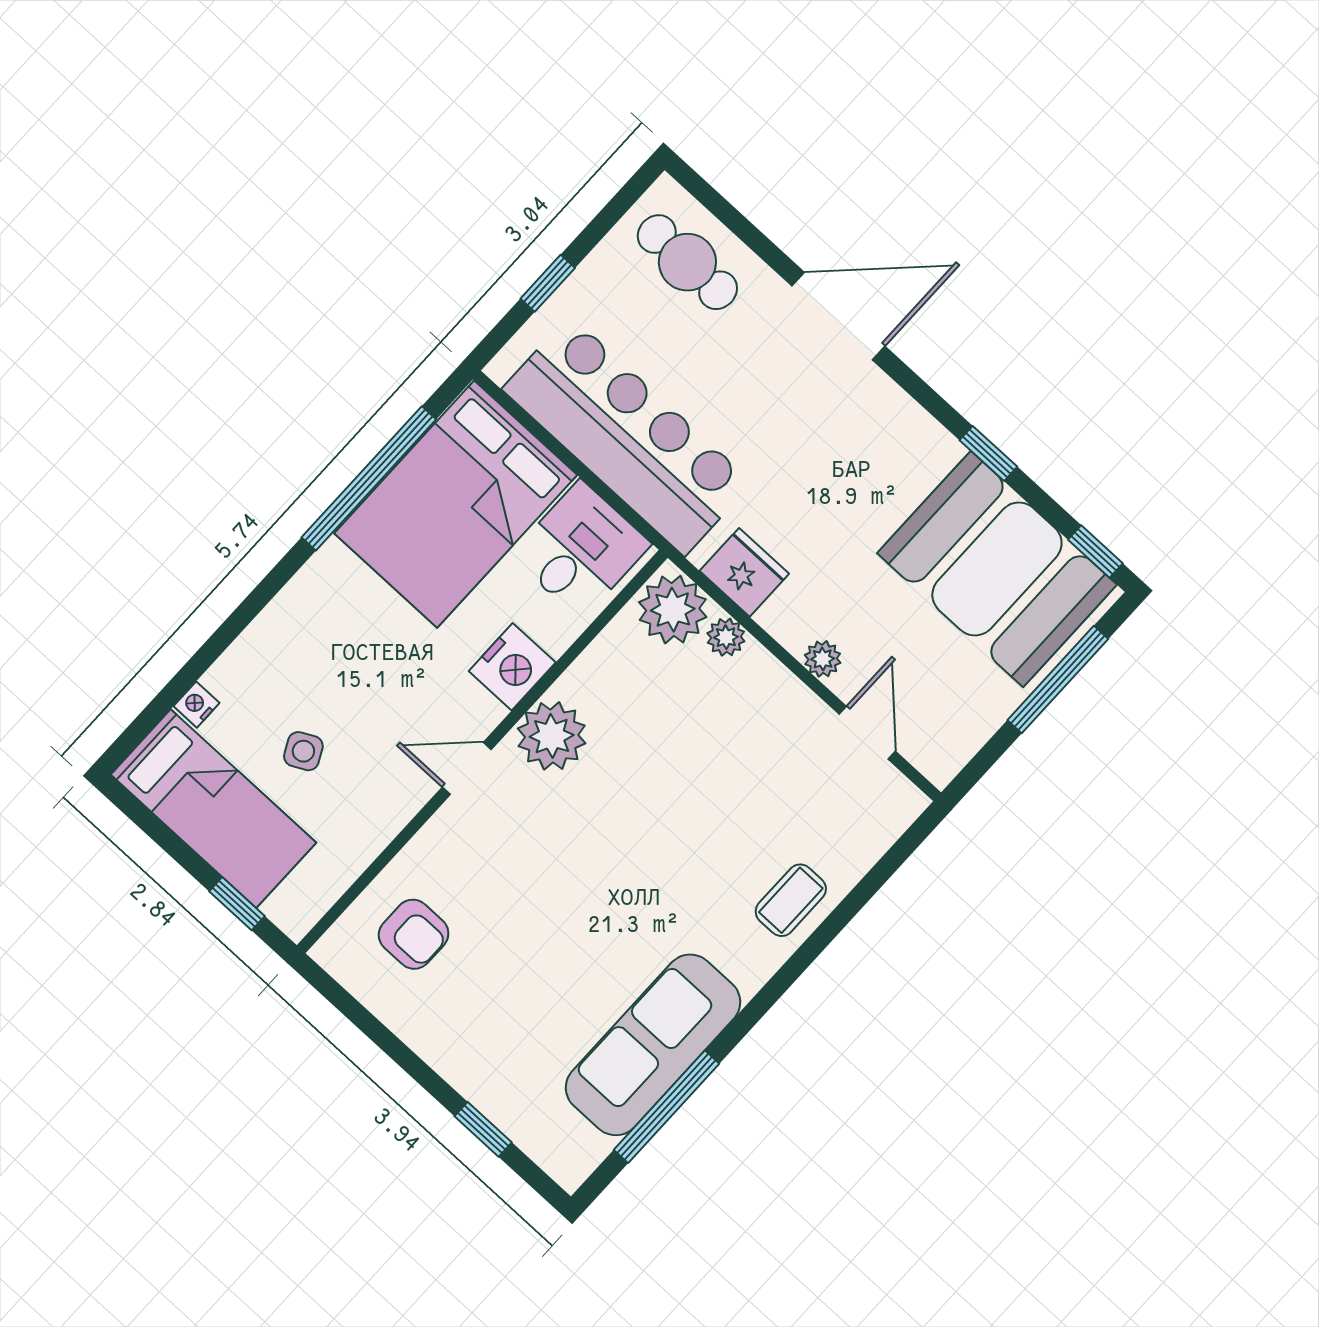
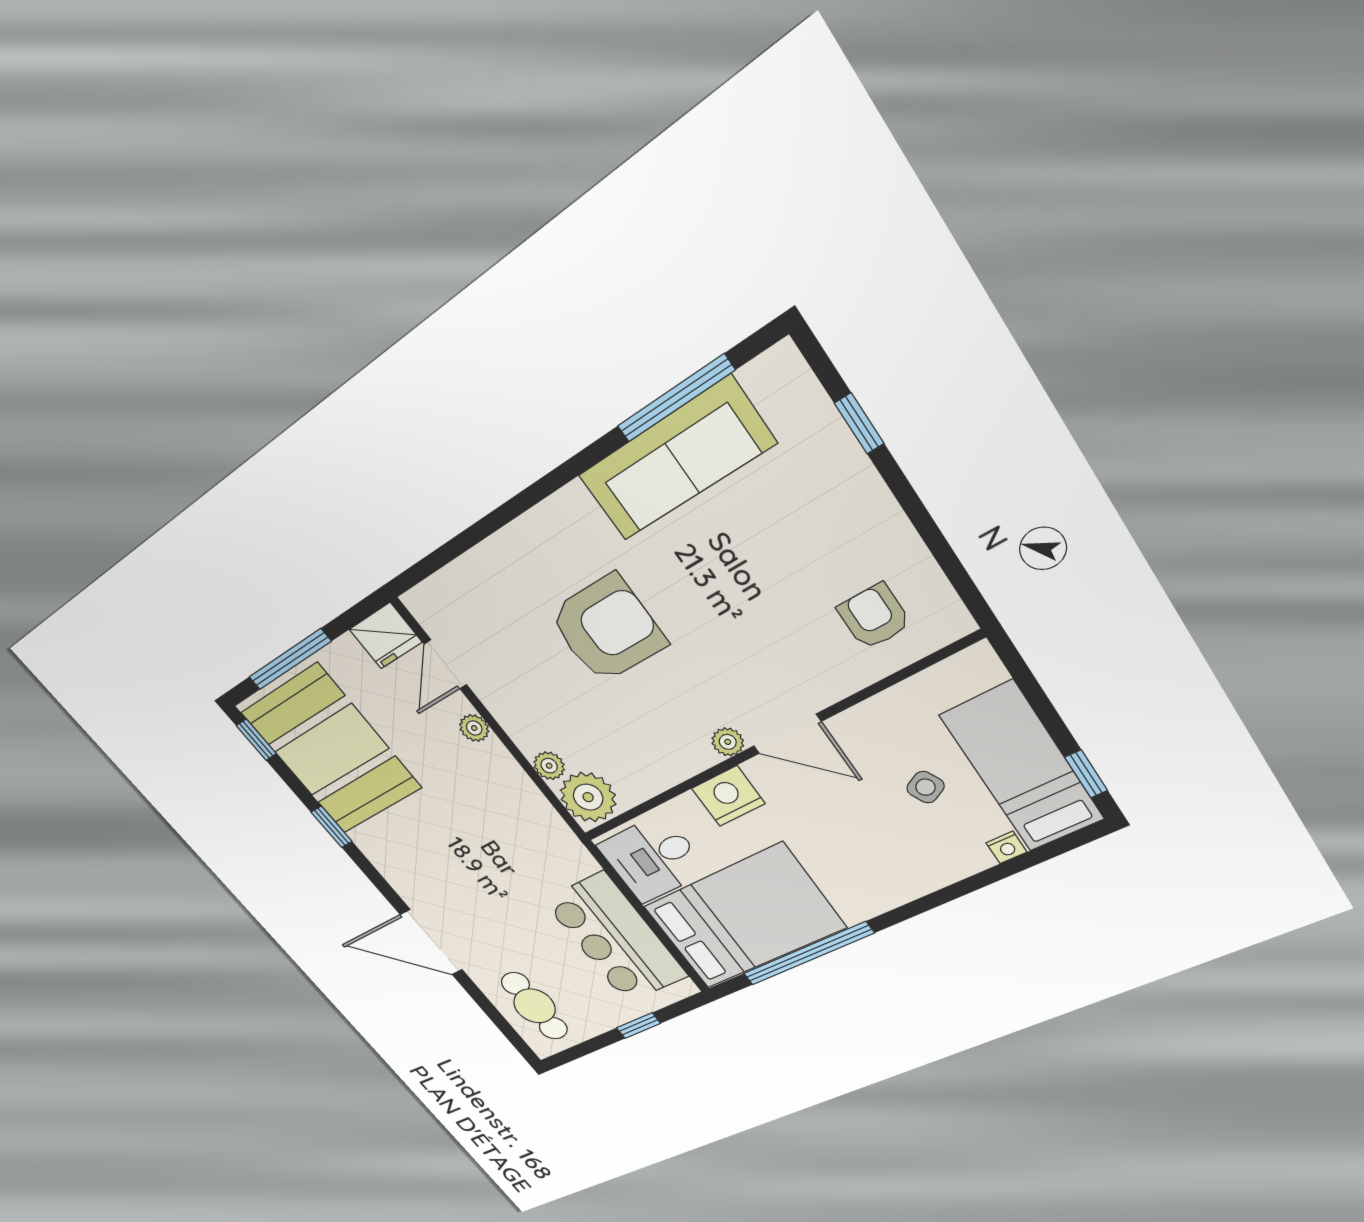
bar counter: (627, 436) -> (616, 938), width x0.73
fridge: (744, 572) -> (386, 636), moved, turned -90
plant: (552, 736) -> (728, 742), width x0.53, depth x0.53
door: (467, 768) -> (787, 734), width x1.38
armchair: (689, 834) -> (607, 629), added
coffee table: (791, 900) -> (529, 551), removed
window: (237, 904) -> (1086, 774), moved

